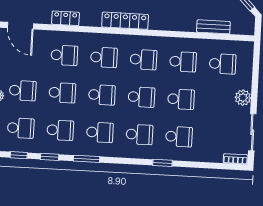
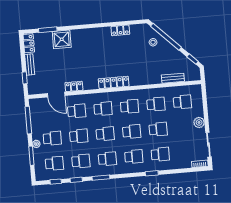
door: (20, 26) -> (56, 95), moved

